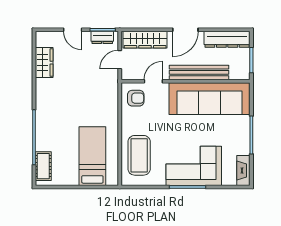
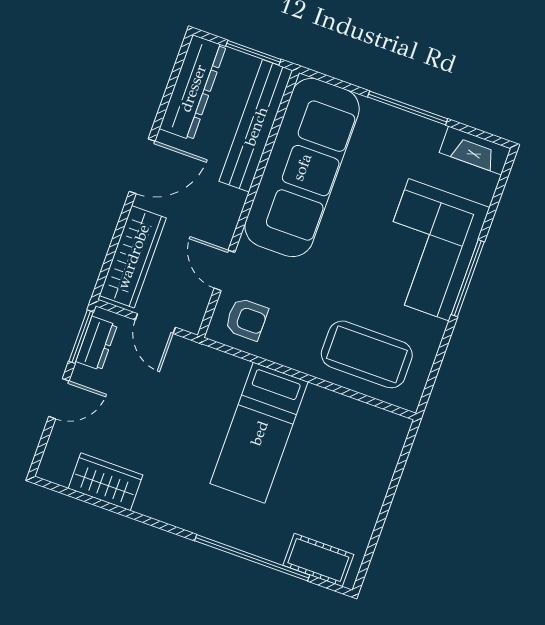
door: (185, 30) -> (142, 166), hinge flipped
bench: (199, 72) -> (256, 126), moved
armchair: (136, 98) -> (246, 319), turned 90
bed: (92, 156) -> (259, 433), moved, turned -90

